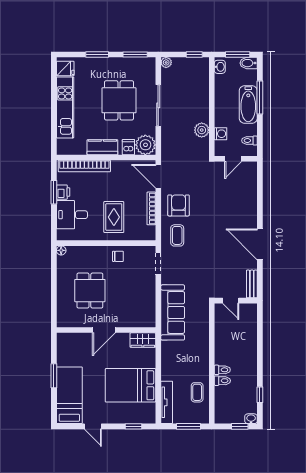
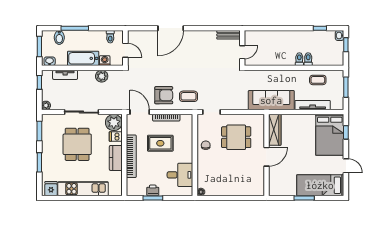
bidet: (249, 63) -> (59, 37), moved
tv unit: (203, 86) -> (65, 75), added
dining table: (119, 100) -> (77, 144), turned 90
bathtub: (248, 104) -> (83, 58), moved, turned 180
bookcase: (84, 166) -> (131, 156), moved
door: (158, 176) -> (140, 112), swing flipped
armchair: (179, 205) -> (164, 95), turned 180
desk: (72, 215) -> (180, 175), moved, turned -90
rug: (114, 217) -> (160, 143), moved
door: (260, 244) -> (171, 28), moved
dining table: (90, 291) -> (236, 137), moved
sofa: (173, 312) -> (271, 100), moved
door: (104, 330) -> (267, 157), hinge flipped
wardrobe: (143, 340) -> (275, 130), width x1.50
bed: (130, 385) -> (330, 135), moved
tv unit: (167, 402) -> (313, 105), moved
door: (93, 426) -> (346, 166), hinge flipped

